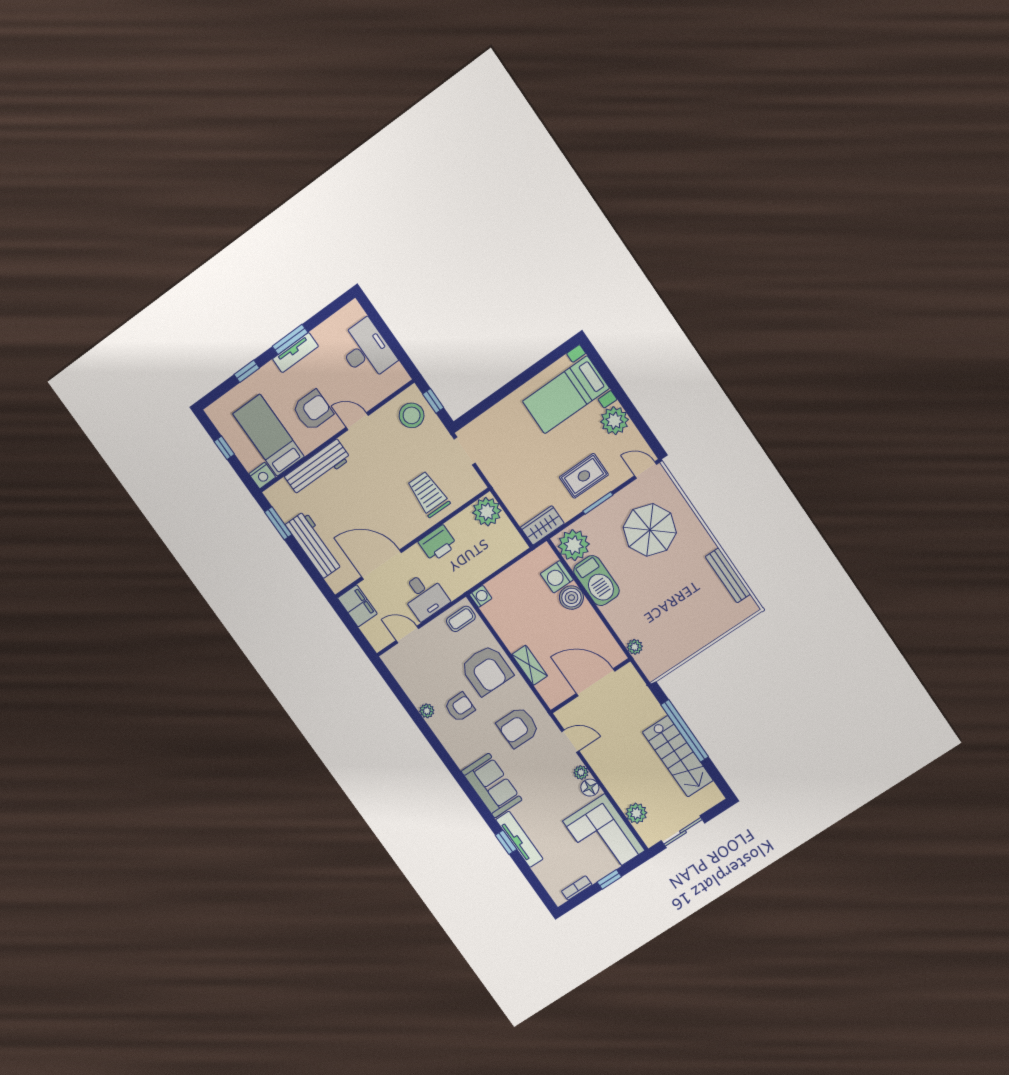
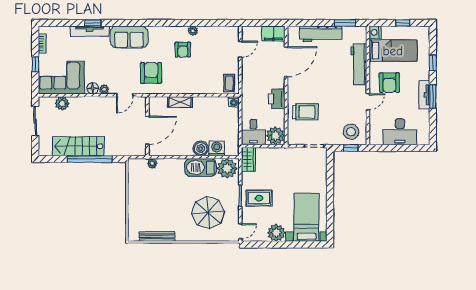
rug: (584, 476) -> (259, 198), turned 90
desk: (424, 596) -> (253, 132), moved, turned -90
armchair: (486, 670) -> (193, 78), removed

